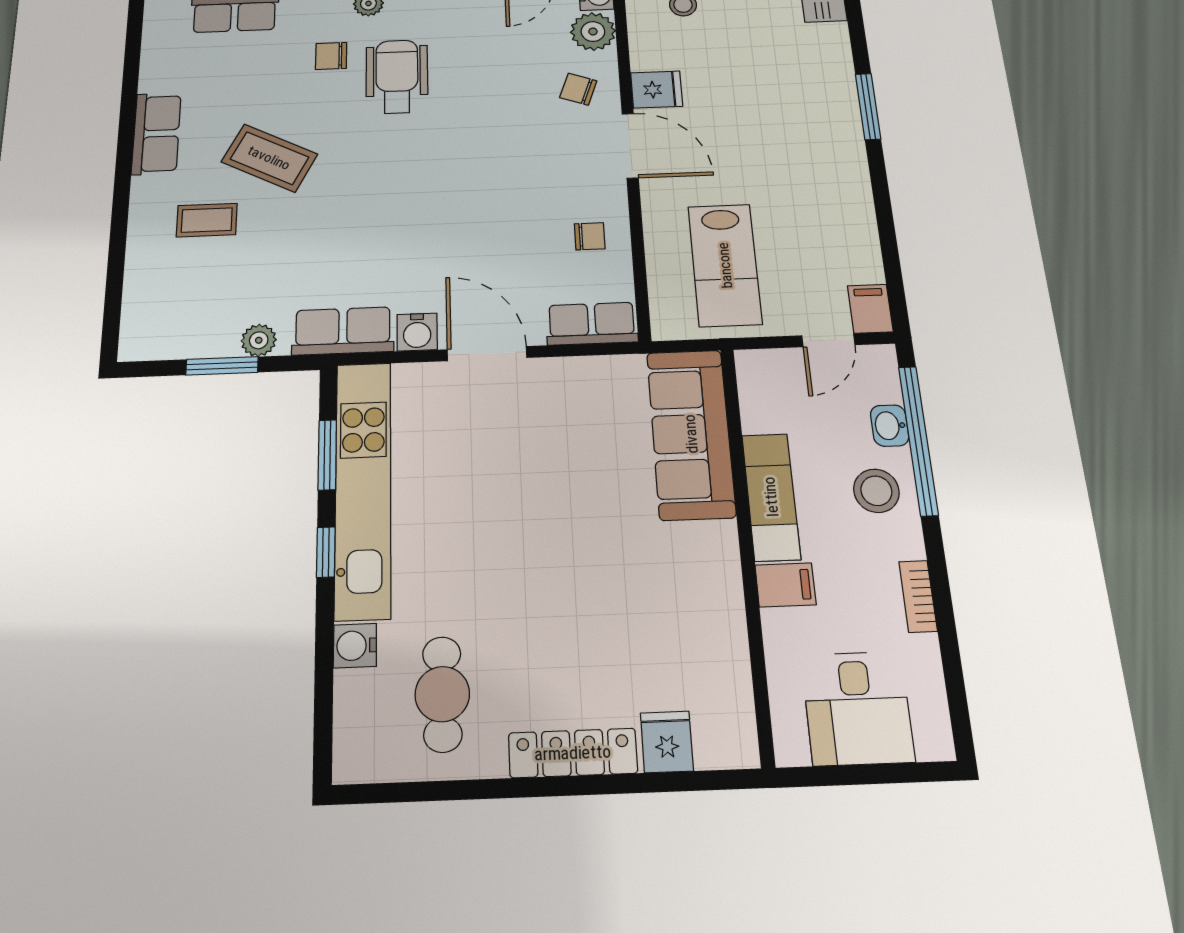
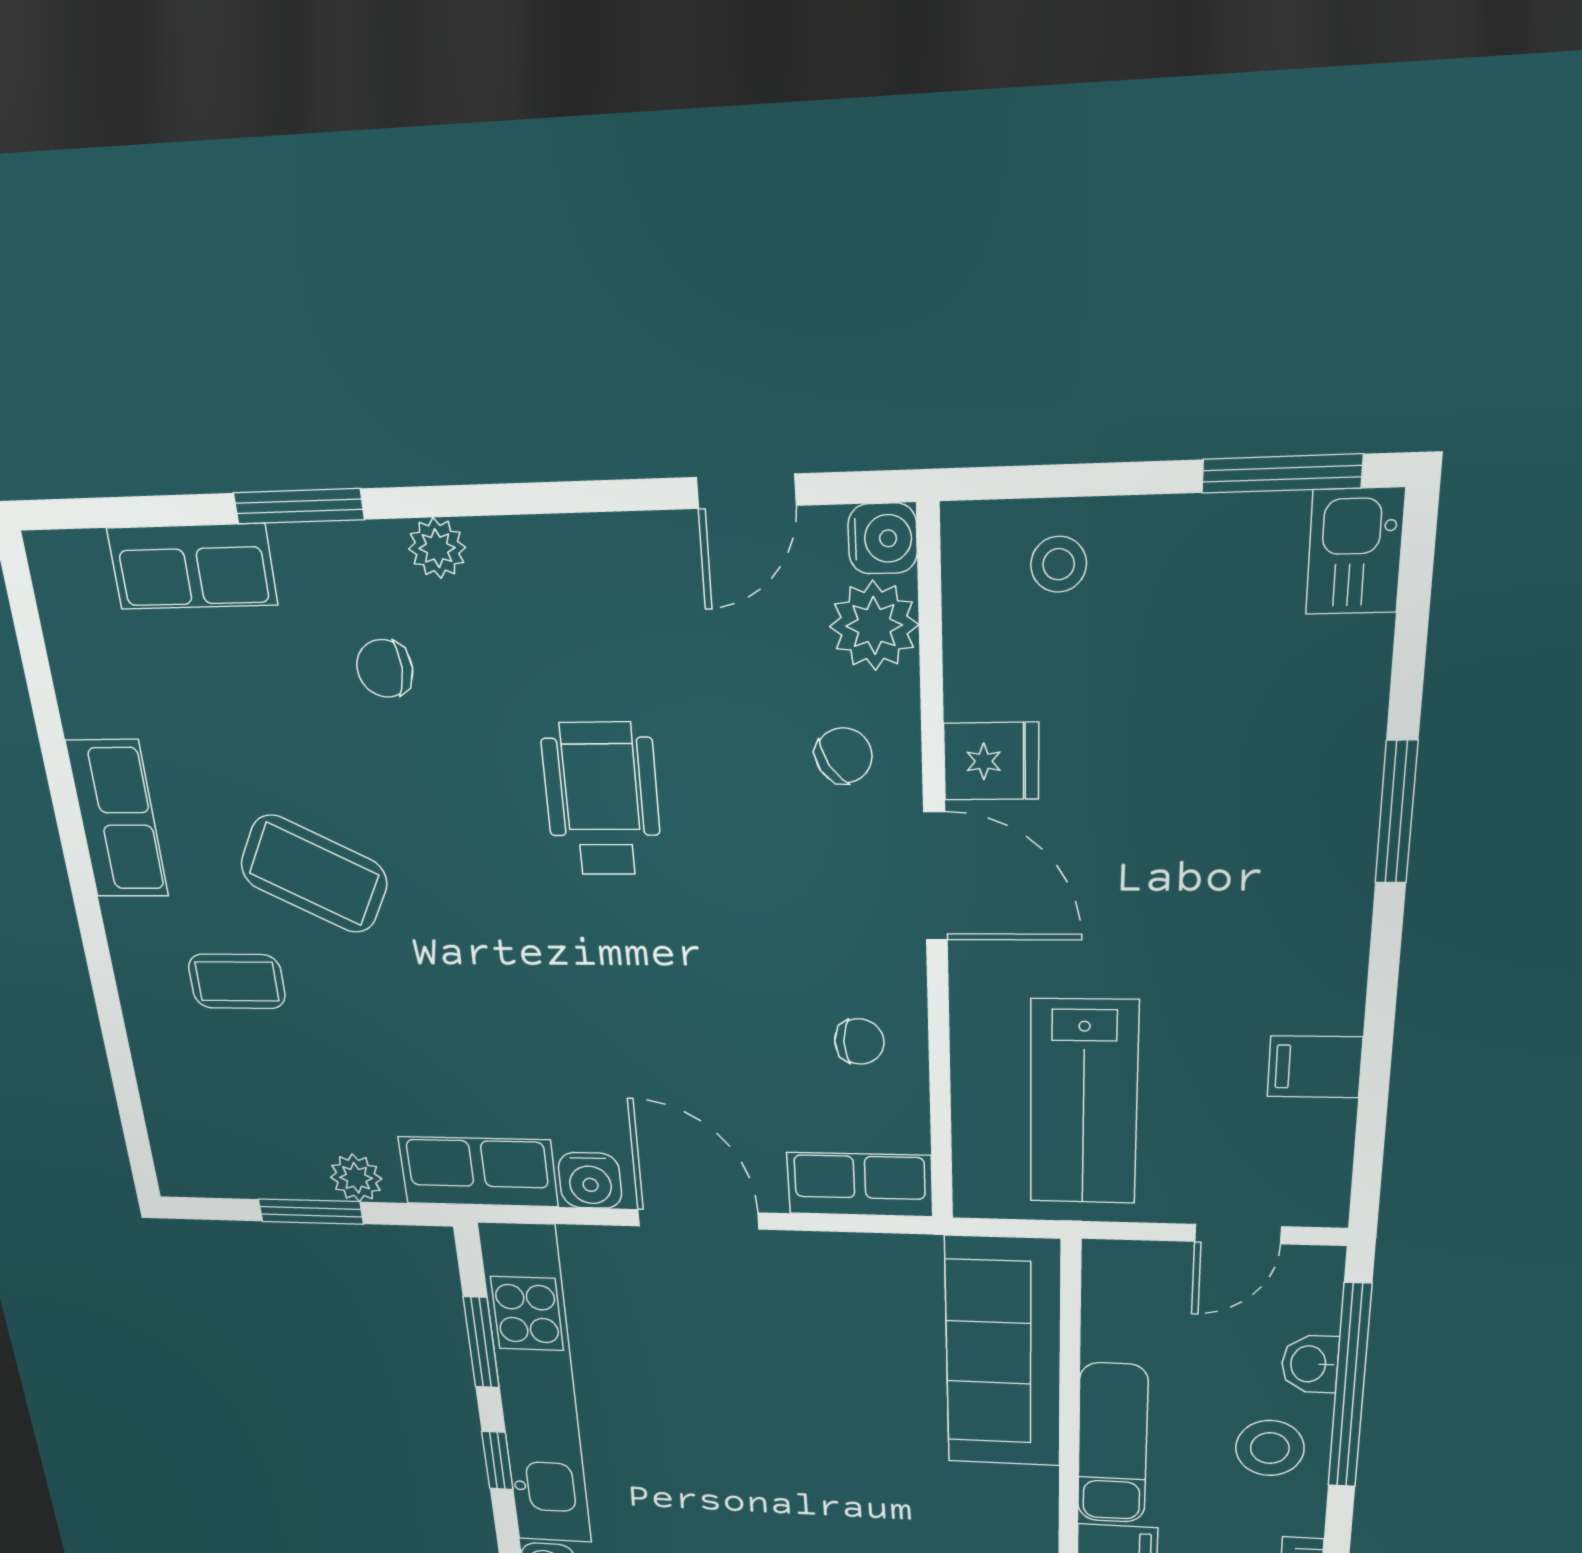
wheelchair: (397, 77) -> (602, 799), moved
chair: (578, 89) -> (844, 756), turned 128
filing cabinet: (870, 309) -> (1315, 1067), moved, turned -90

